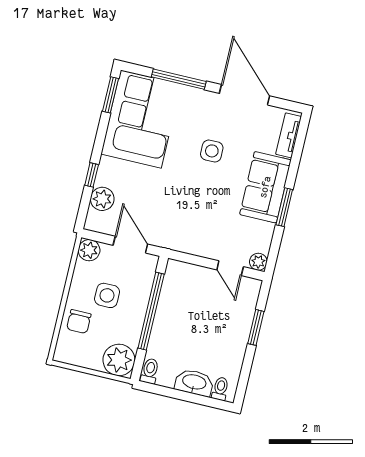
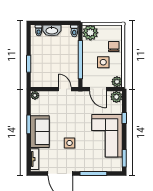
corner sofa: (141, 119) -> (107, 136), moved
plant: (102, 199) -> (116, 97), moved
door: (230, 268) -> (65, 89), moved

